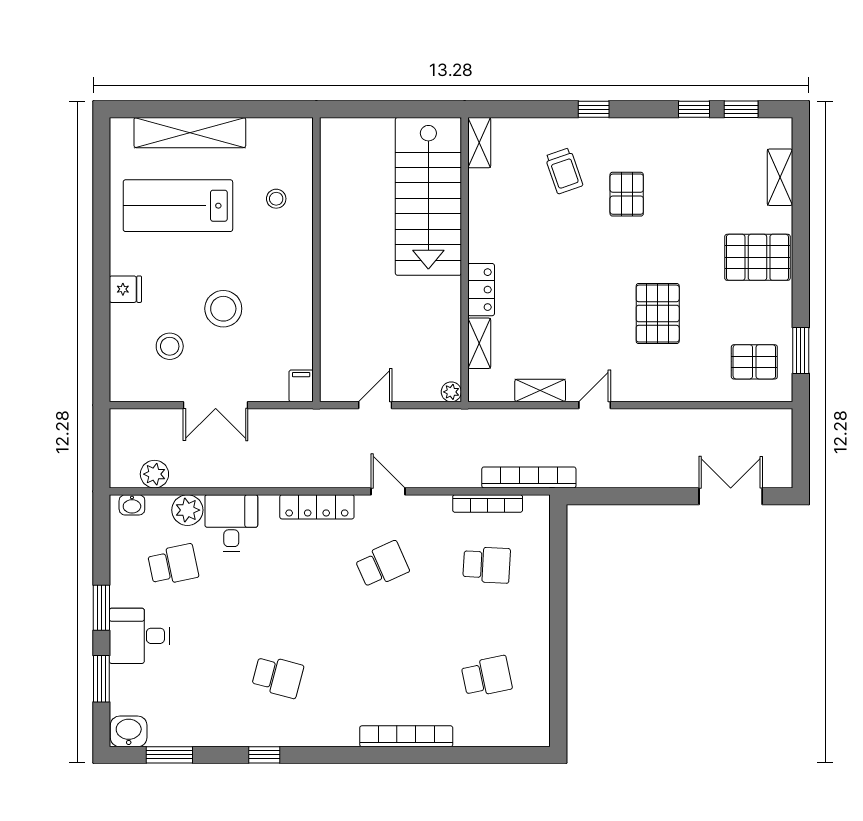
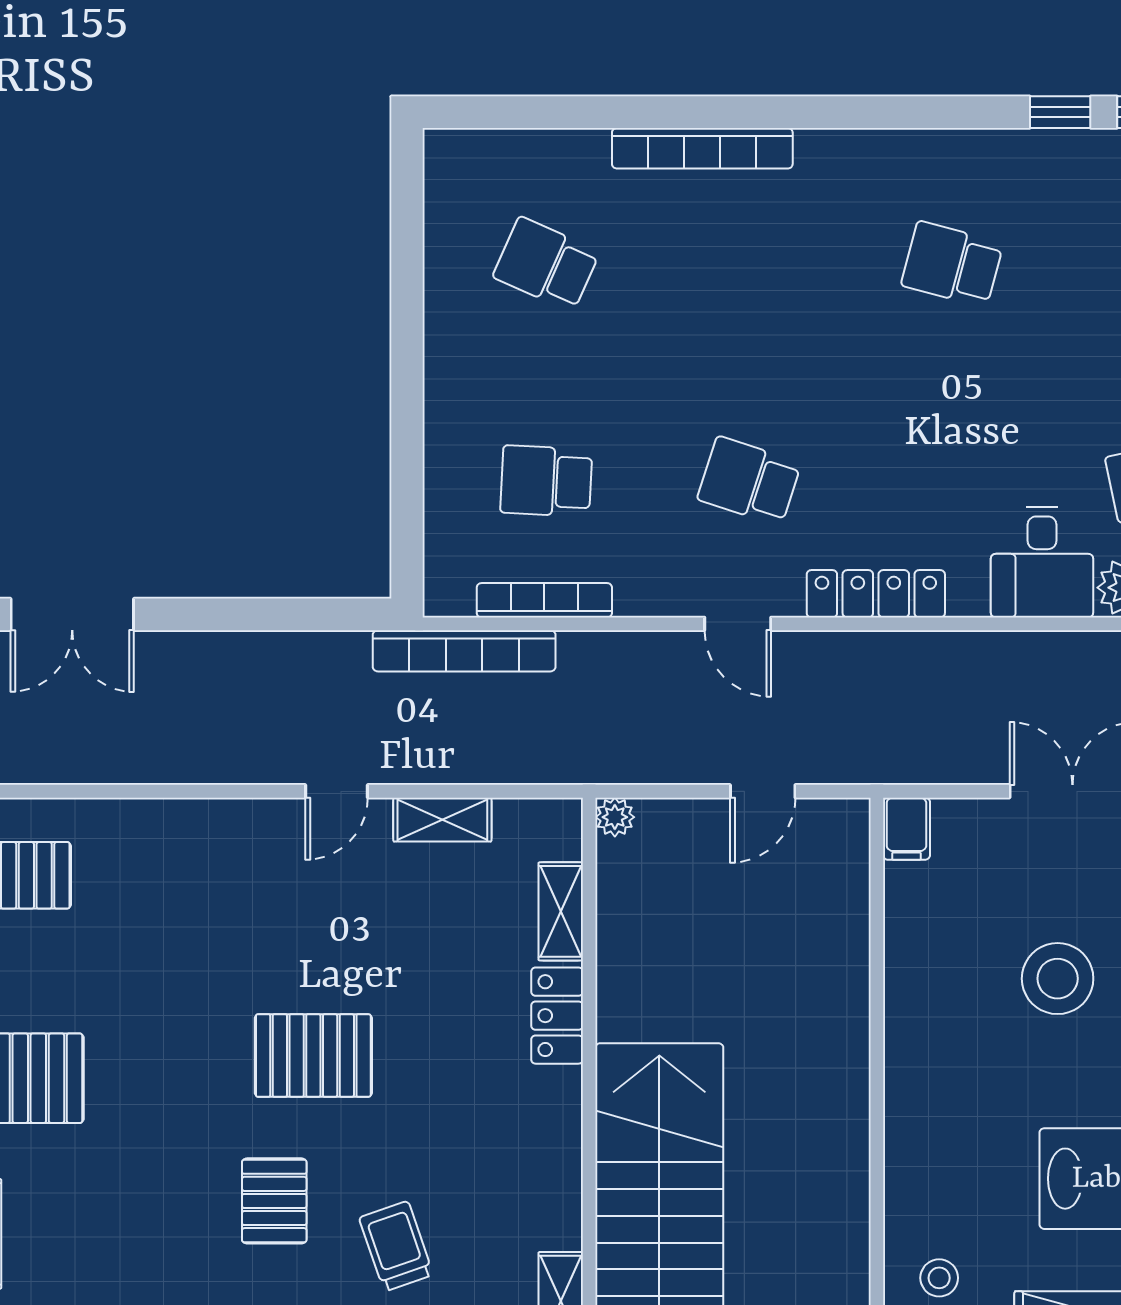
stool: (276, 199) -> (939, 1278), moved
pallet: (658, 314) -> (313, 1056), moved, turned 90
school desk: (382, 565) -> (749, 481), turned 42
school desk: (487, 677) -> (546, 264), turned 36
window: (264, 755) -> (1060, 112), moved

